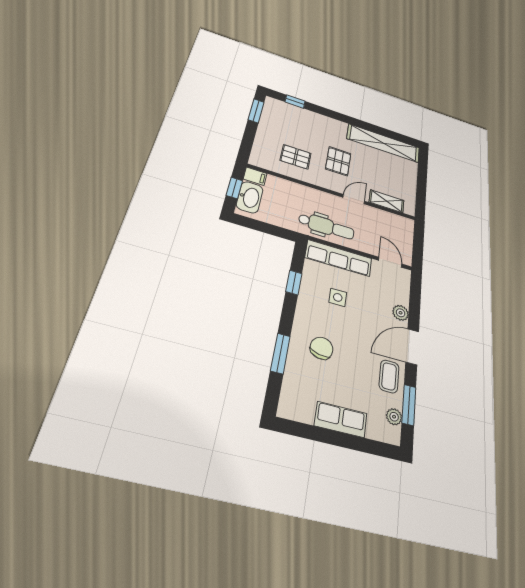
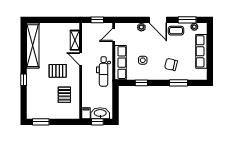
window: (295, 102) -> (24, 80), moved
dental chair: (326, 226) -> (104, 71), turned 180
window: (418, 244) -> (97, 20), added
row of seats: (341, 419) -> (201, 51), width x1.48

